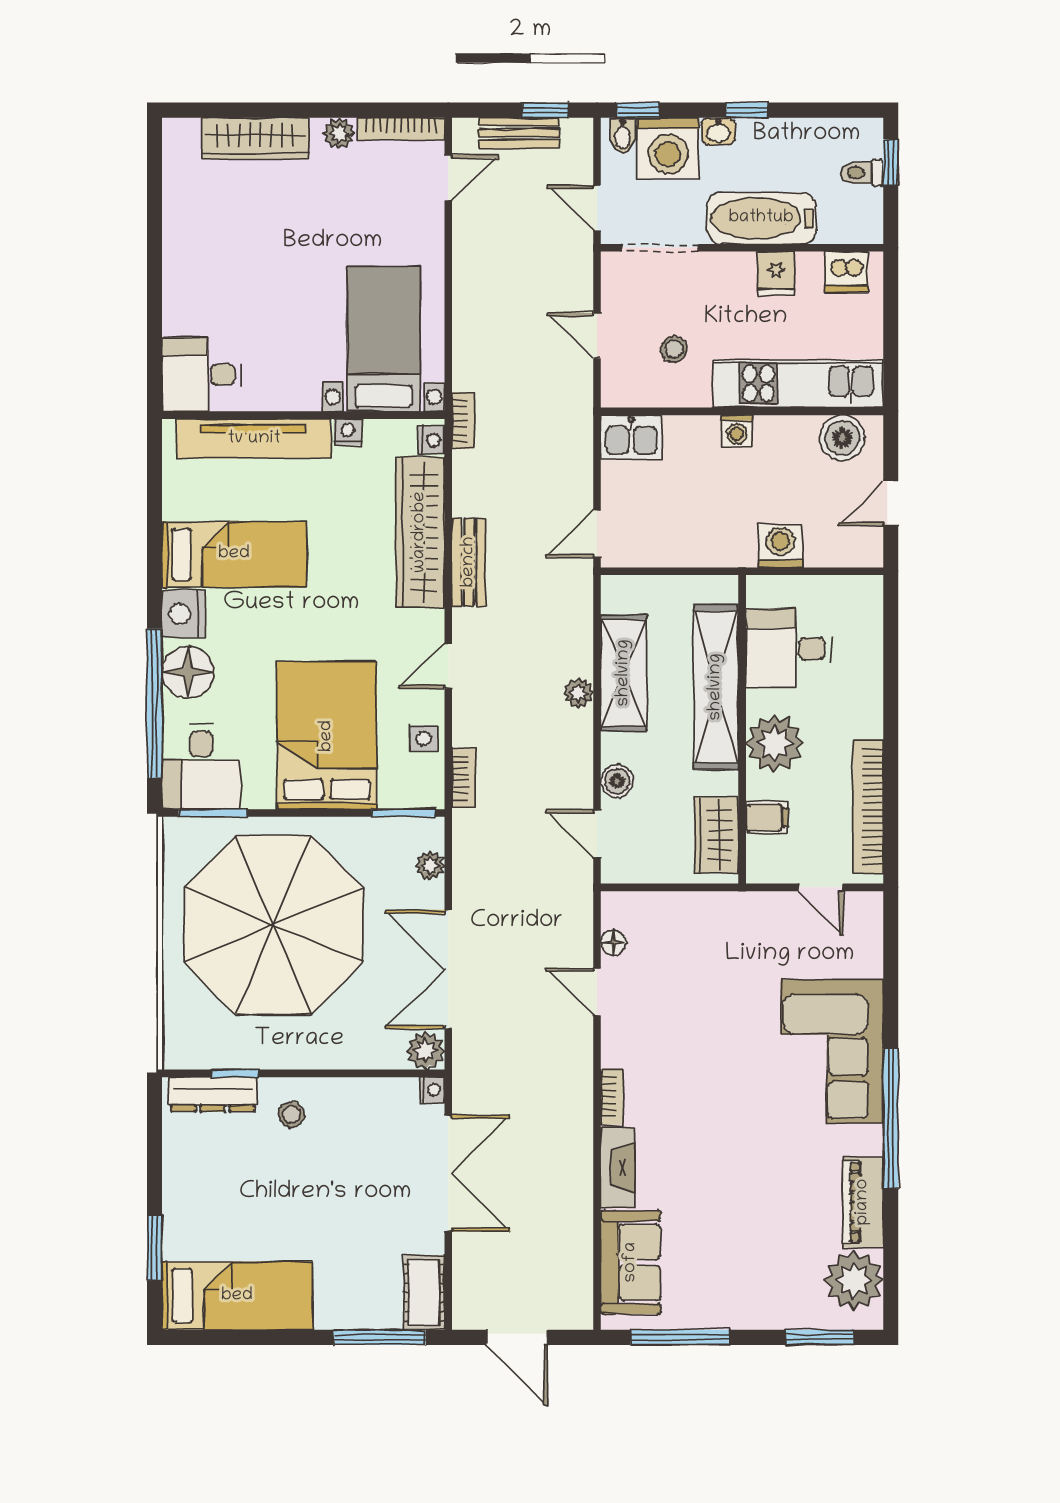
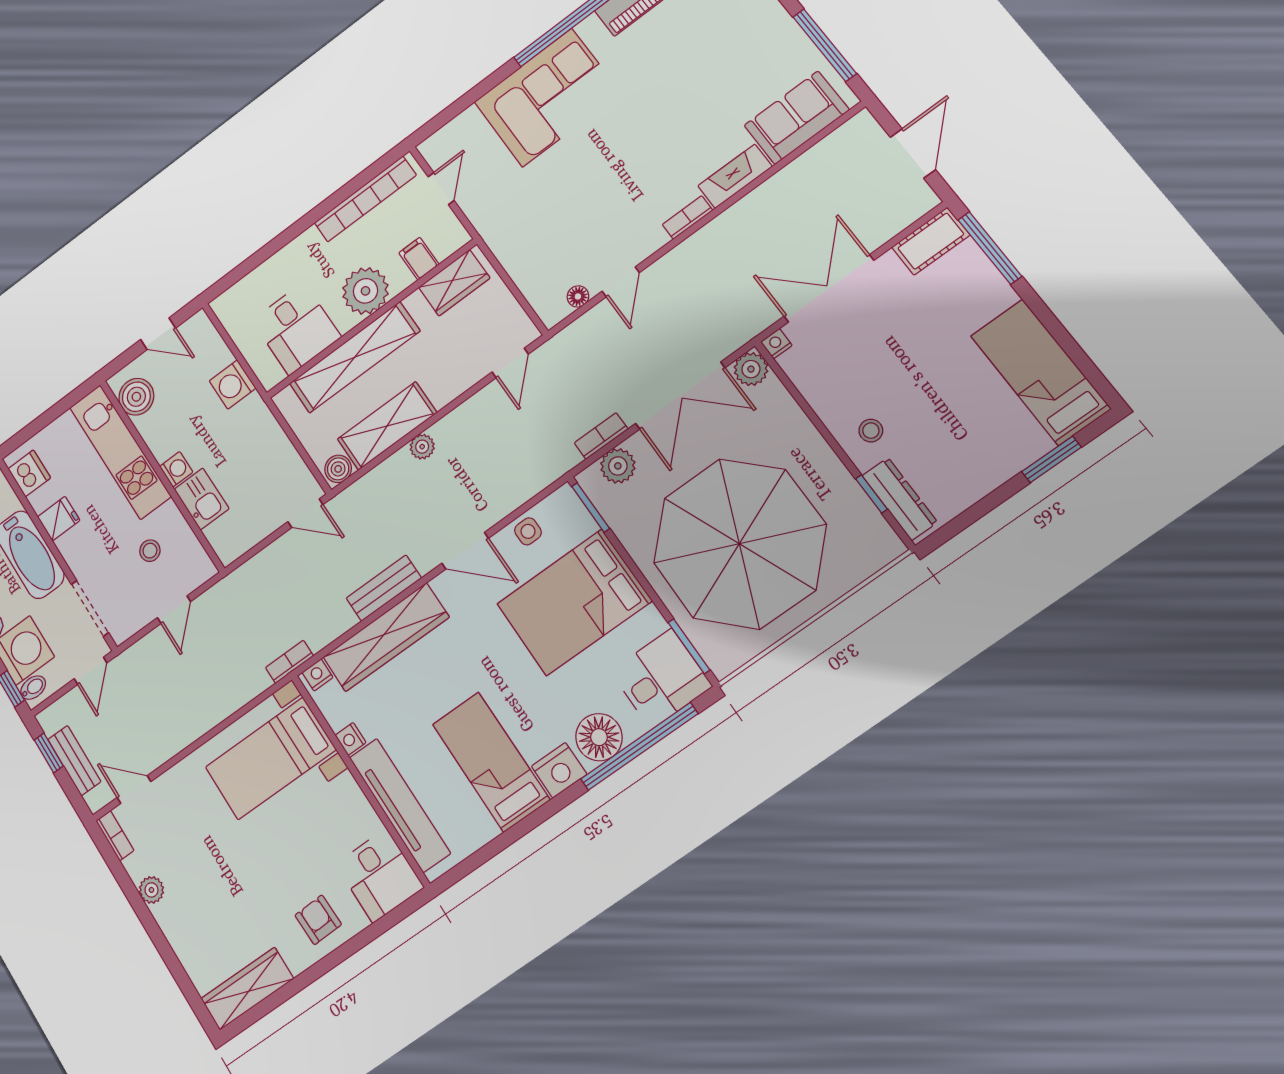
bookcase: (401, 129) -> (115, 836), width x0.64
wardrobe: (255, 138) -> (247, 989), moved, turned -90
armchair: (201, 286) -> (318, 920), added
kitchen sink: (631, 437) -> (202, 499), moved
door: (448, 666) -> (465, 551), width x1.38
bookcase: (464, 778) -> (601, 436), moved
boiler: (617, 781) -> (338, 469), moved
plant: (430, 866) -> (618, 466), width x1.38, depth x1.38

